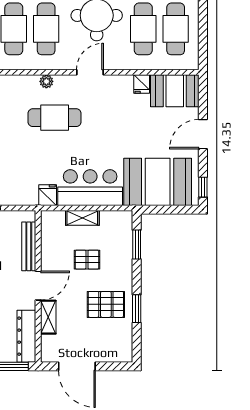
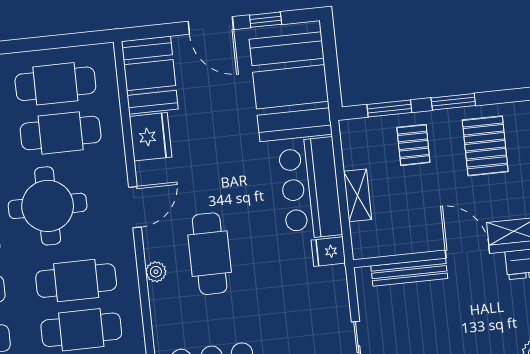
door: (90, 72) -> (135, 207), swing flipped
fridge: (142, 84) -> (150, 137), width x1.88, depth x1.34
window: (203, 187) -> (266, 20), moved
pallet: (87, 260) -> (413, 145), moved
window: (137, 309) -> (453, 102), moved

